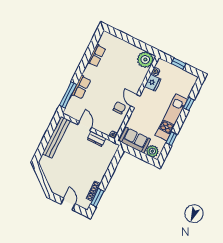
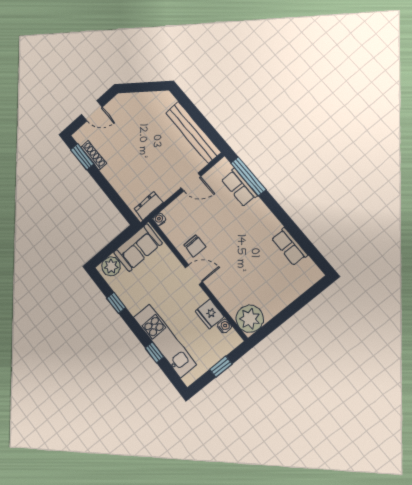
row of seats: (81, 87) -> (239, 187), moved
kitchen unit: (171, 117) -> (165, 341), moved
dresser: (96, 139) -> (148, 206), moved

